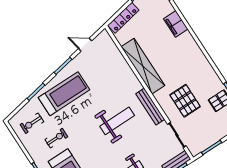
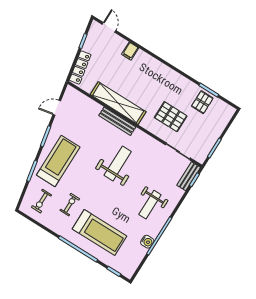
filing cabinet: (176, 24) -> (130, 51), width x0.50
bench: (150, 106) -> (117, 121), moved

